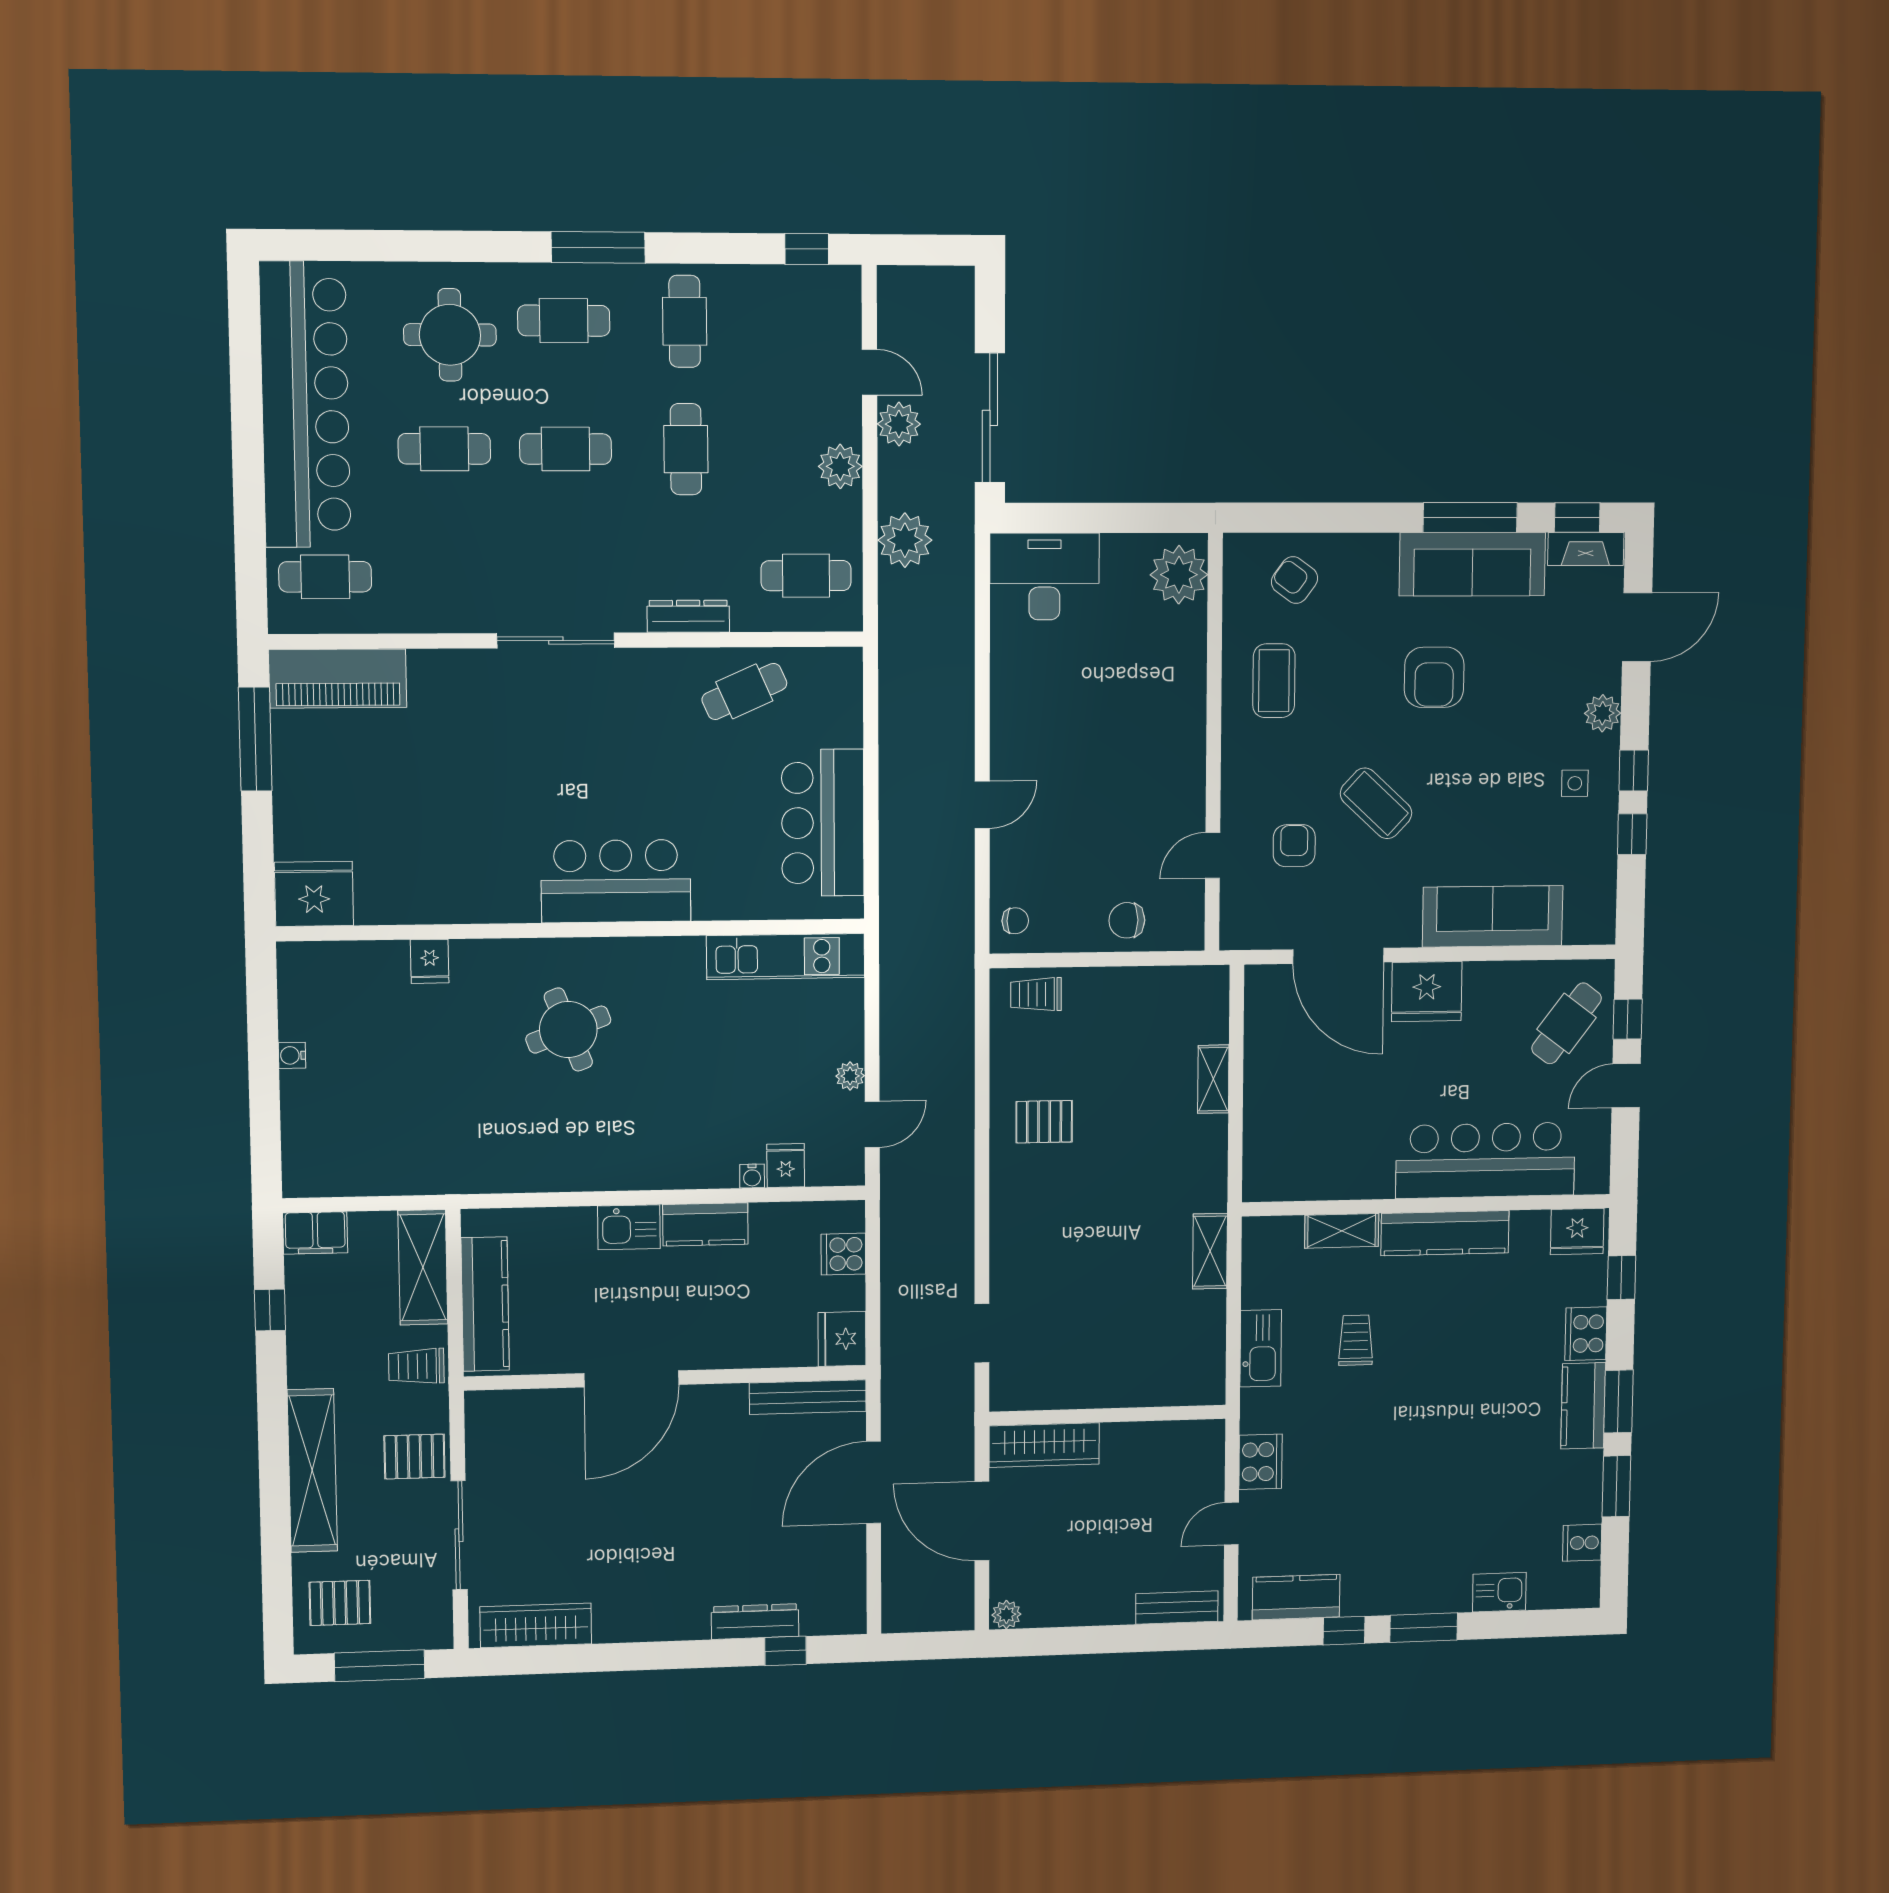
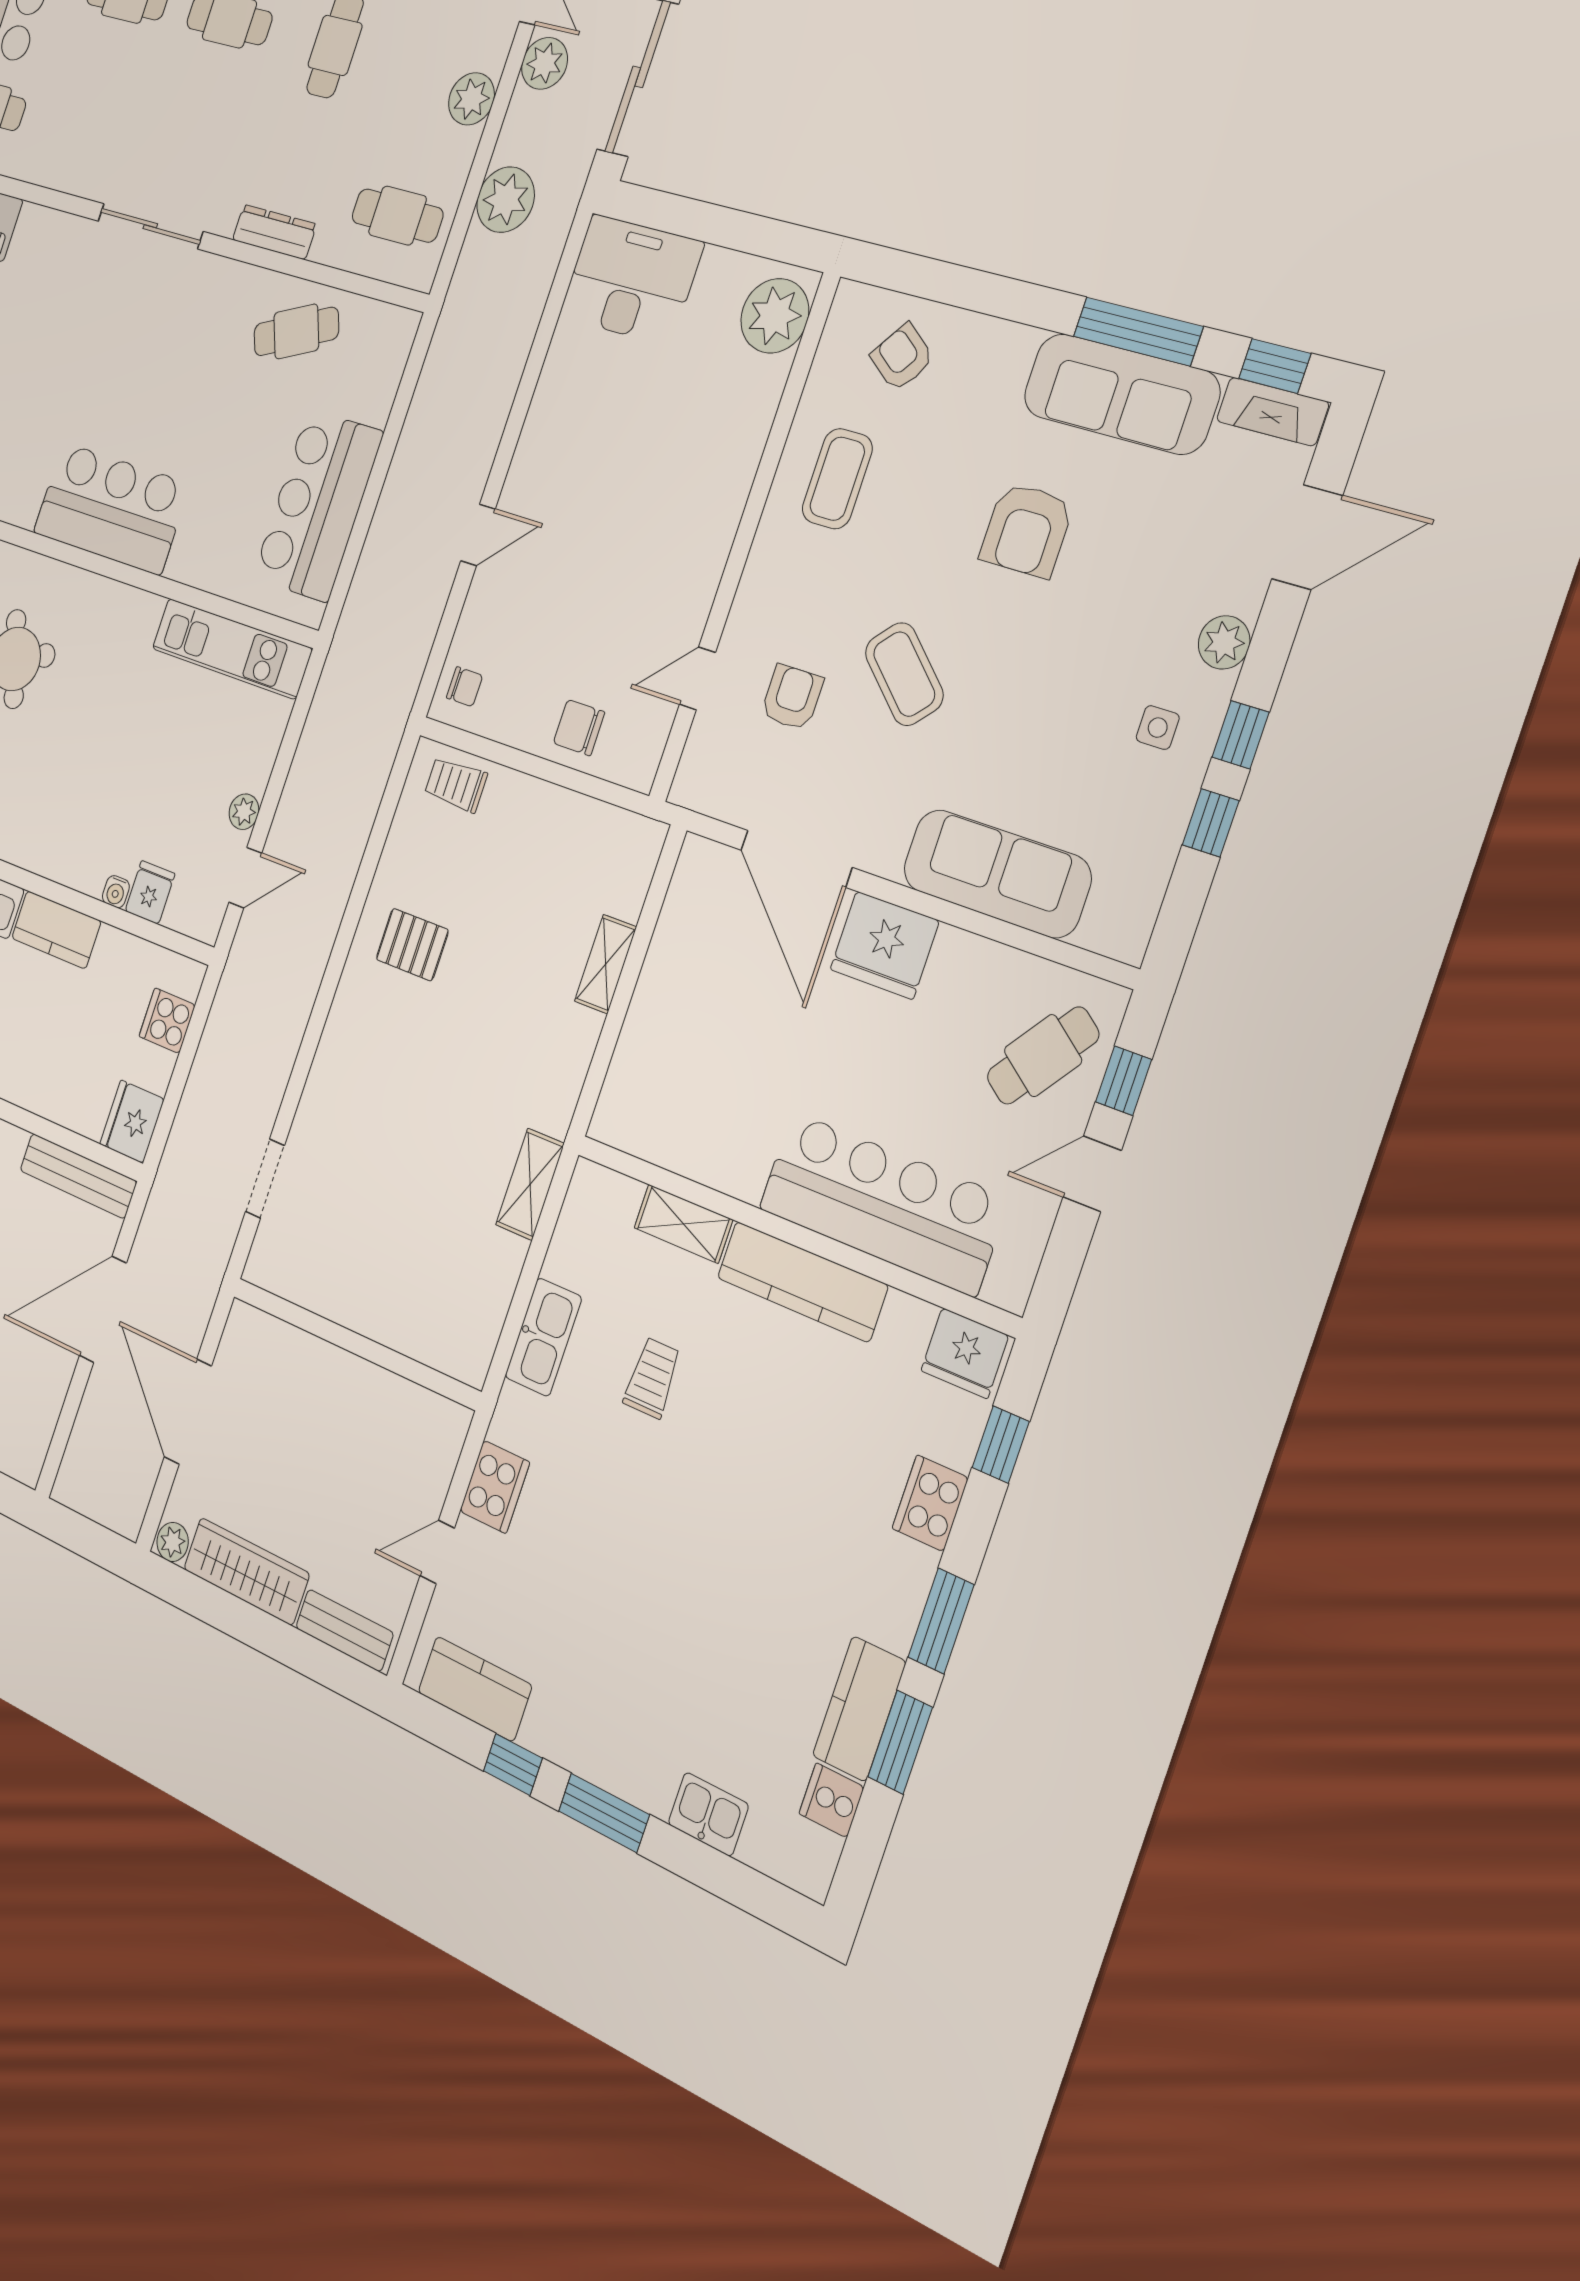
kitchen counter: (1583, 1406) -> (859, 1709), moved
wardrobe: (1044, 1445) -> (246, 1571), moved, turned 180

